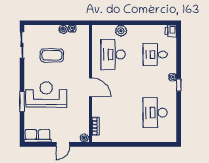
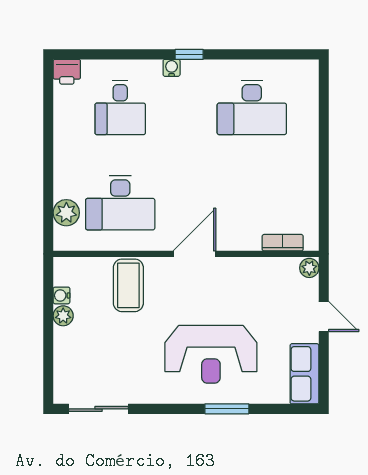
plant: (121, 31) -> (66, 213), moved
coffee table: (52, 55) -> (128, 285), moved
reception desk: (46, 95) -> (211, 354), turned -90

